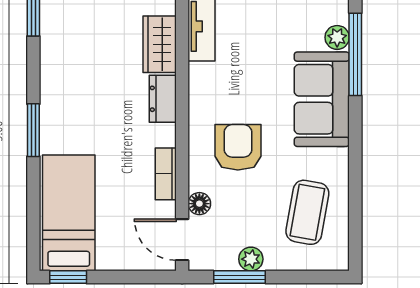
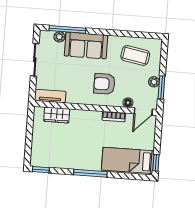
dresser: (163, 99) -> (81, 115), removed
window: (33, 130) -> (90, 173), width x1.44

